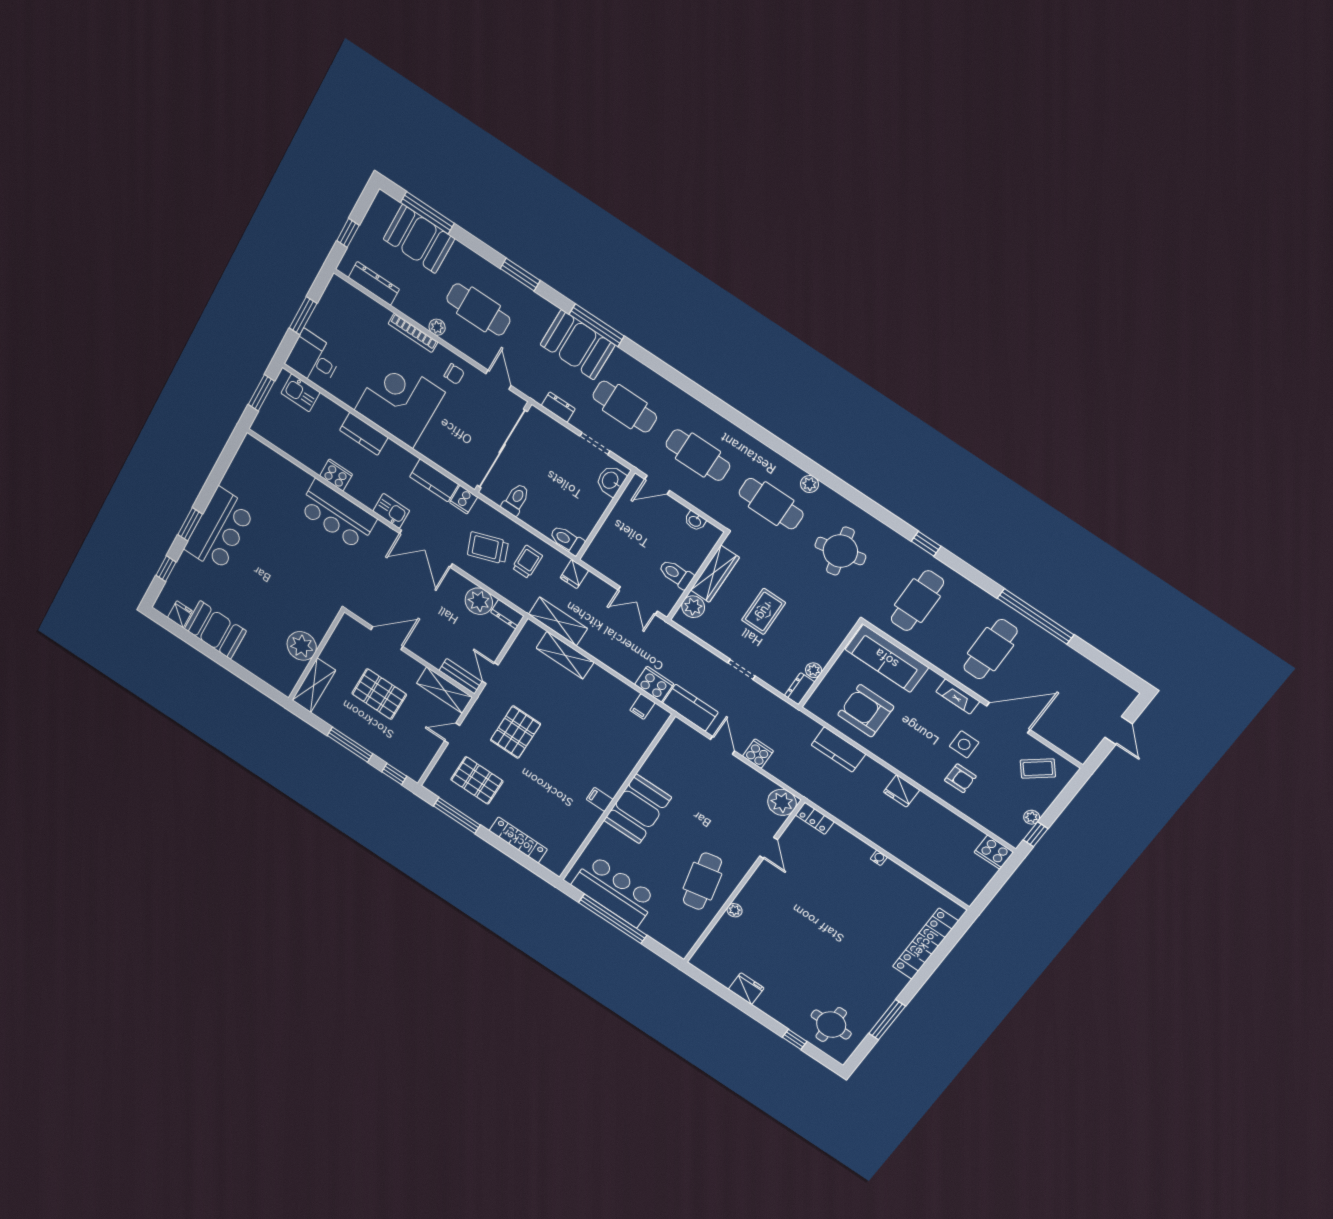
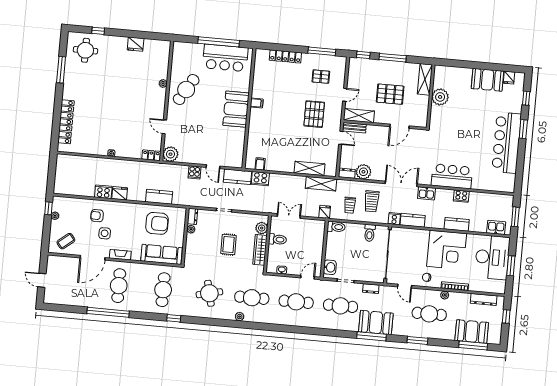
desk: (314, 359) -> (492, 257), width x1.87, depth x1.30
bar counter: (219, 530) -> (507, 143), width x1.36
trolley: (488, 548) -> (372, 201), turned 110
pallet: (477, 780) -> (321, 77), width x0.67, depth x0.71
cooker: (994, 852) -> (103, 192), moved
cafe table: (702, 881) -> (186, 90), turned 43

